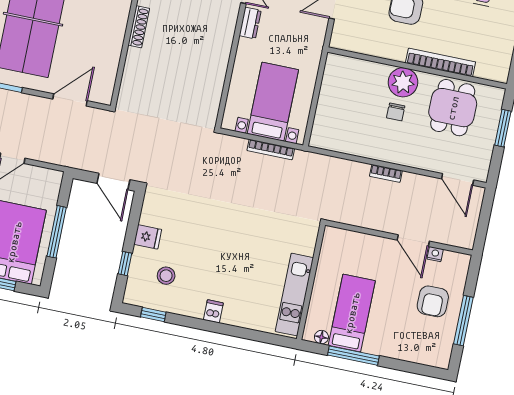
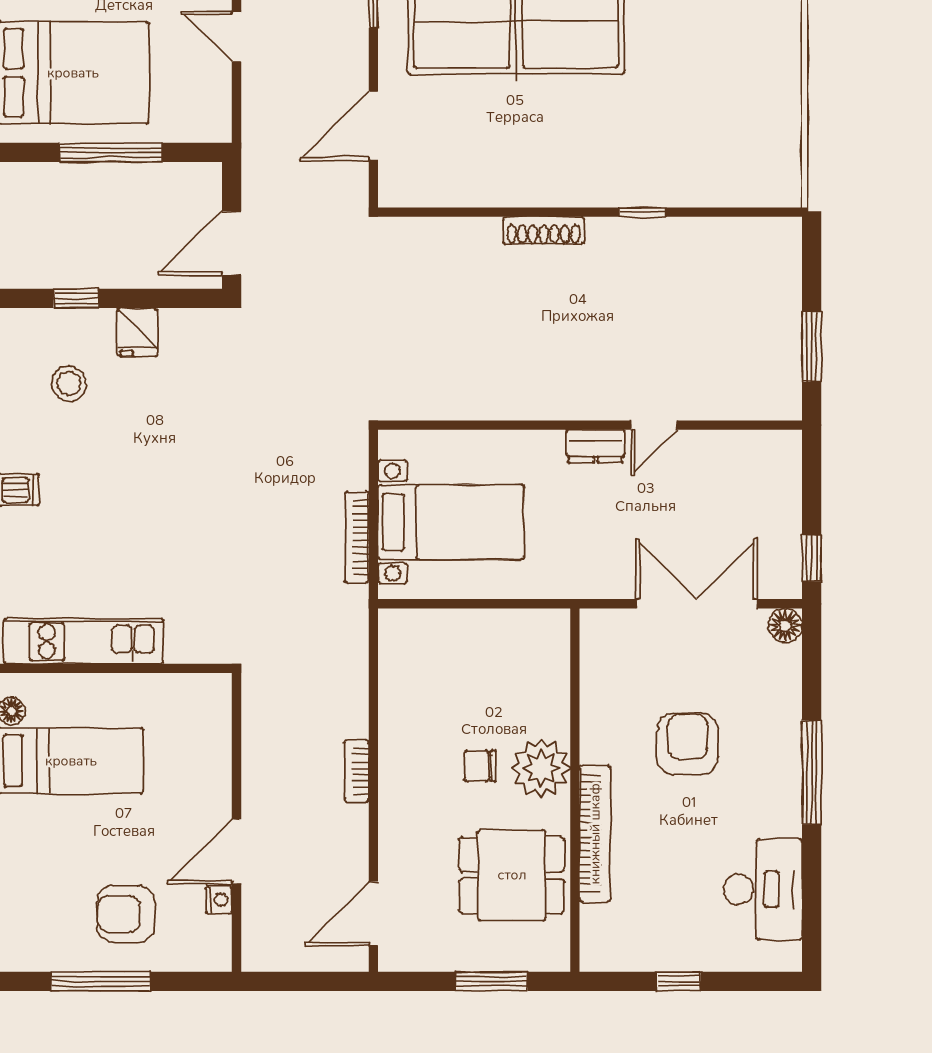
door: (70, 100) -> (373, 126), swing flipped

